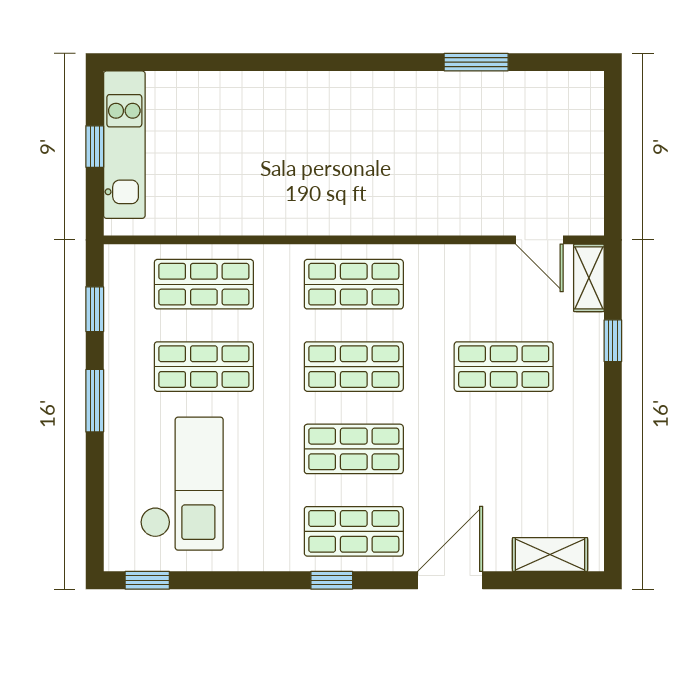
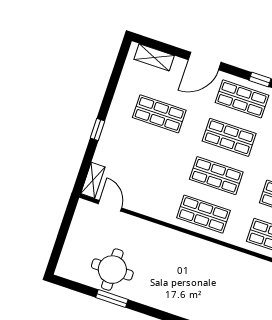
round table: (494, 118) -> (112, 270), added
window: (613, 341) -> (97, 129), moved
shop shelf: (504, 367) -> (159, 114), moved

